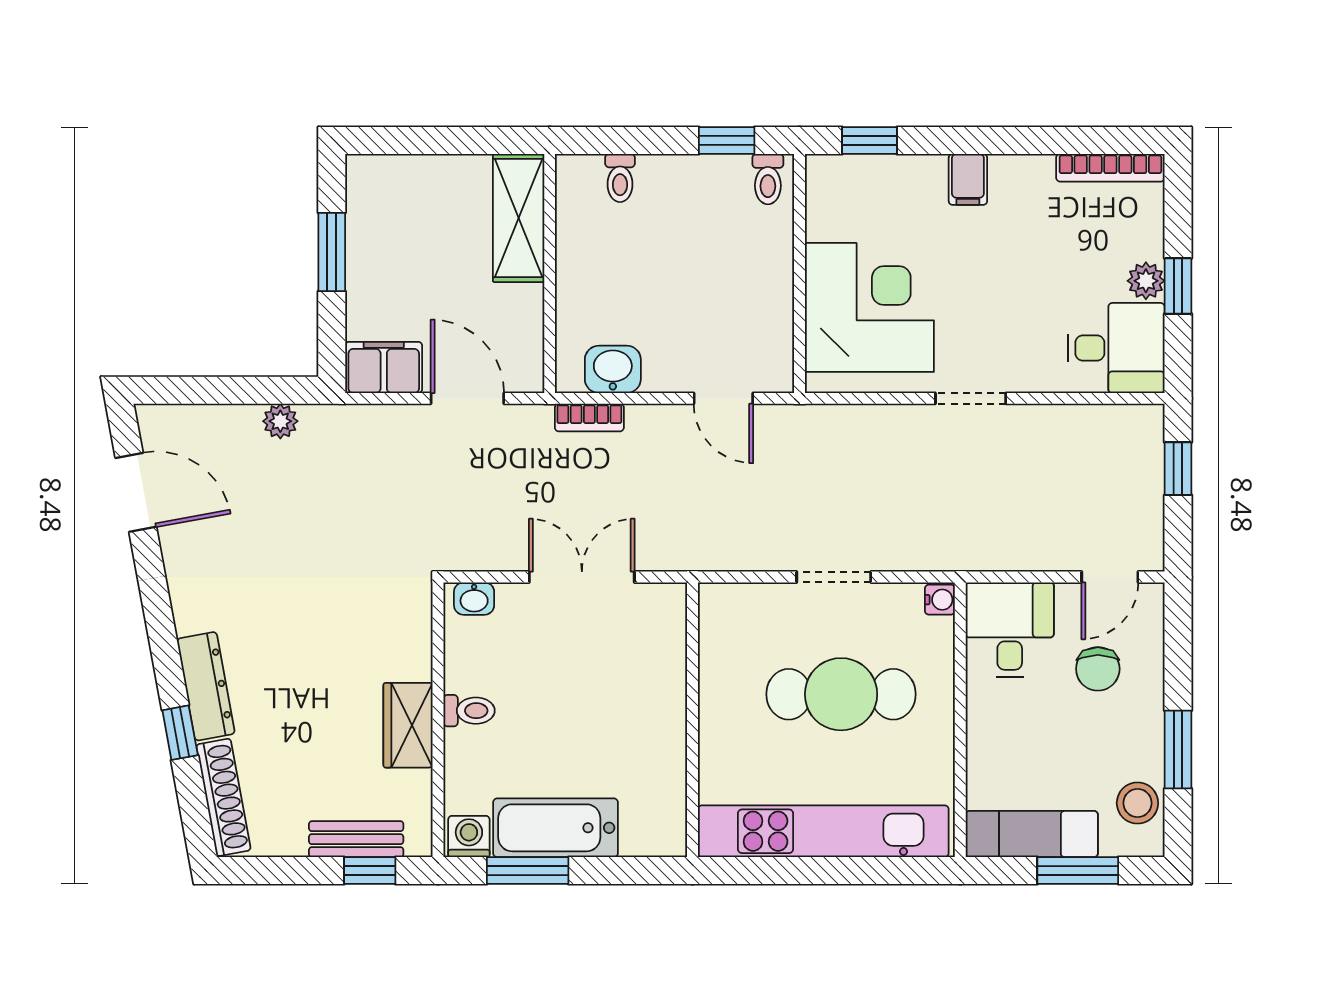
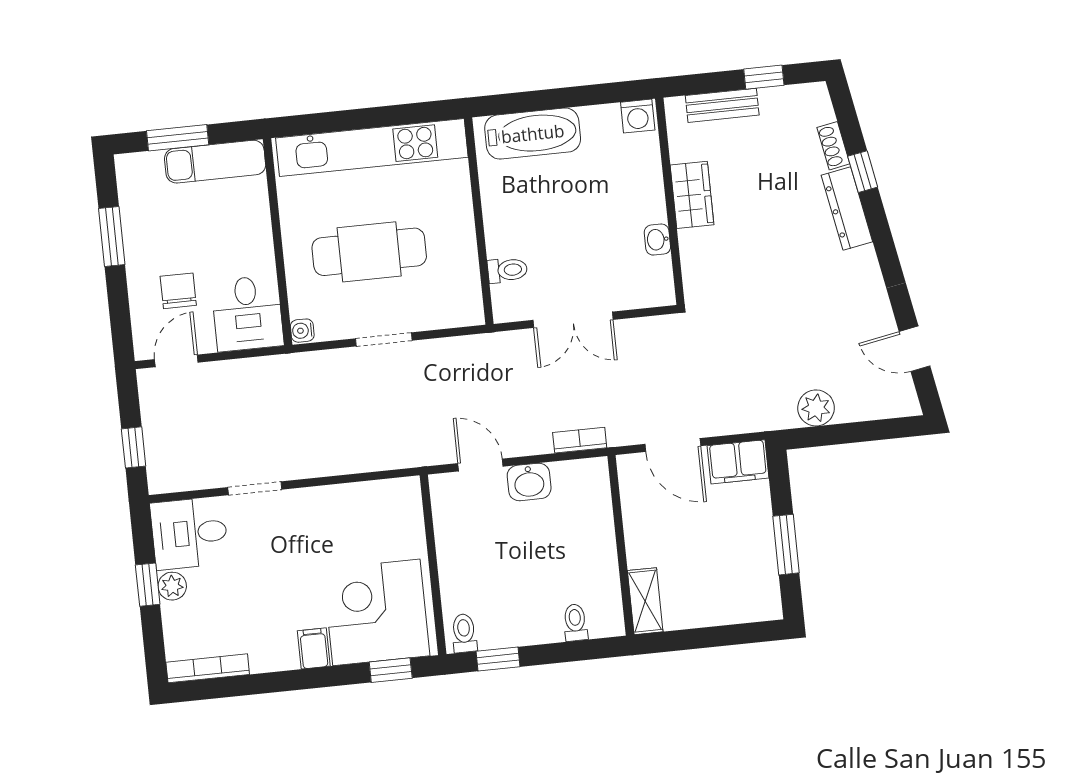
shelving: (519, 218) -> (645, 601), width x0.67, depth x0.75
corner desk: (869, 307) -> (376, 612), moved, turned 90
washbasin: (613, 369) -> (529, 482), moved
doorway: (971, 398) -> (255, 488), moved
plant: (280, 421) -> (816, 408), width x1.38, depth x1.38
door: (136, 492) -> (914, 349), width x0.73
washbasin: (474, 599) -> (657, 240), moved, turned -90
toilet: (469, 711) -> (507, 270), moved, turned 180
shoe rack: (223, 797) -> (833, 146), width x0.51, depth x0.81
stool: (1137, 803) -> (138, 193), removed
bathtub: (556, 828) -> (533, 134), moved
window: (370, 871) -> (764, 77), moved
window: (528, 871) -> (591, 95), removed

